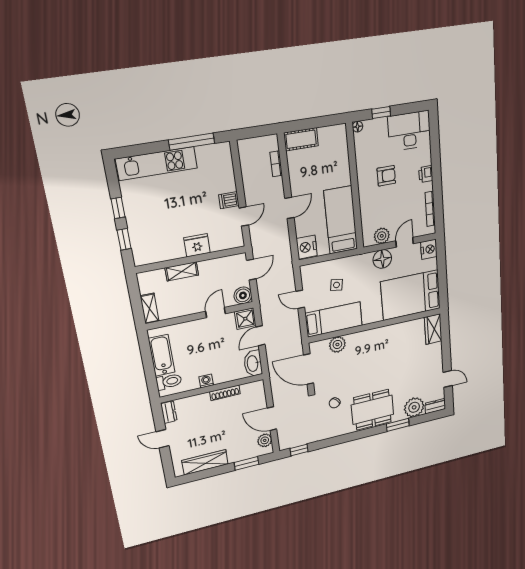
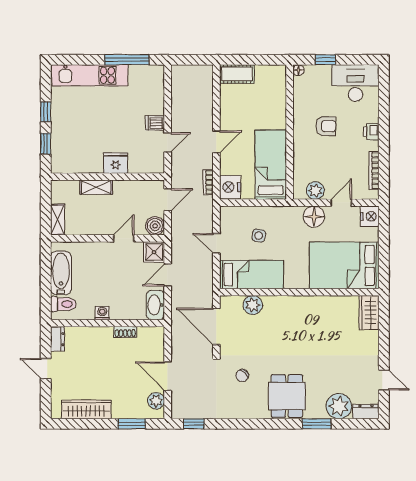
bookcase: (276, 164) -> (208, 182), moved
shoe rack: (225, 393) -> (125, 332), width x0.70
dining table: (373, 410) -> (287, 396), width x0.73

